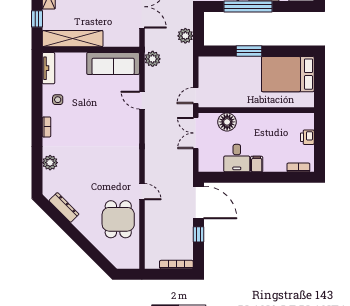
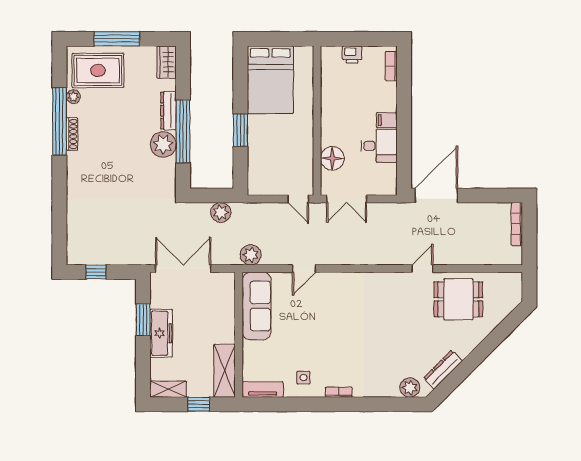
shelving: (73, 39) -> (225, 371), width x0.68
plant: (50, 163) -> (410, 388), moved
window: (198, 234) -> (478, 195), removed

